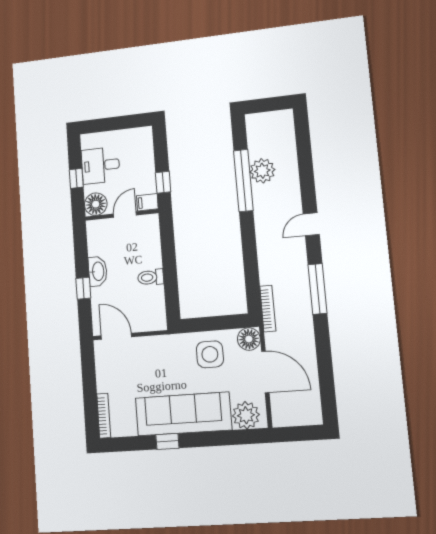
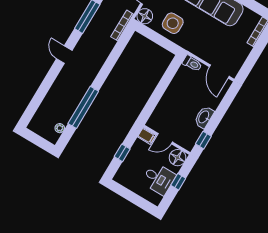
plant: (262, 171) -> (60, 128), moved, width x0.53, depth x0.53
window: (163, 182) -> (122, 153), moved
door: (311, 224) -> (64, 55), swing flipped
toilet: (151, 277) -> (192, 63), moved
window: (83, 288) -> (203, 140), moved

